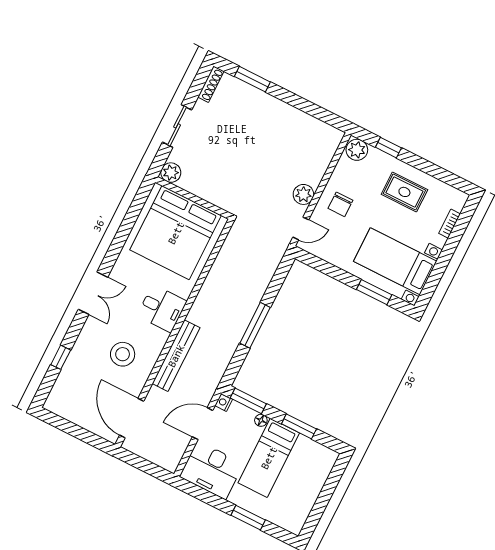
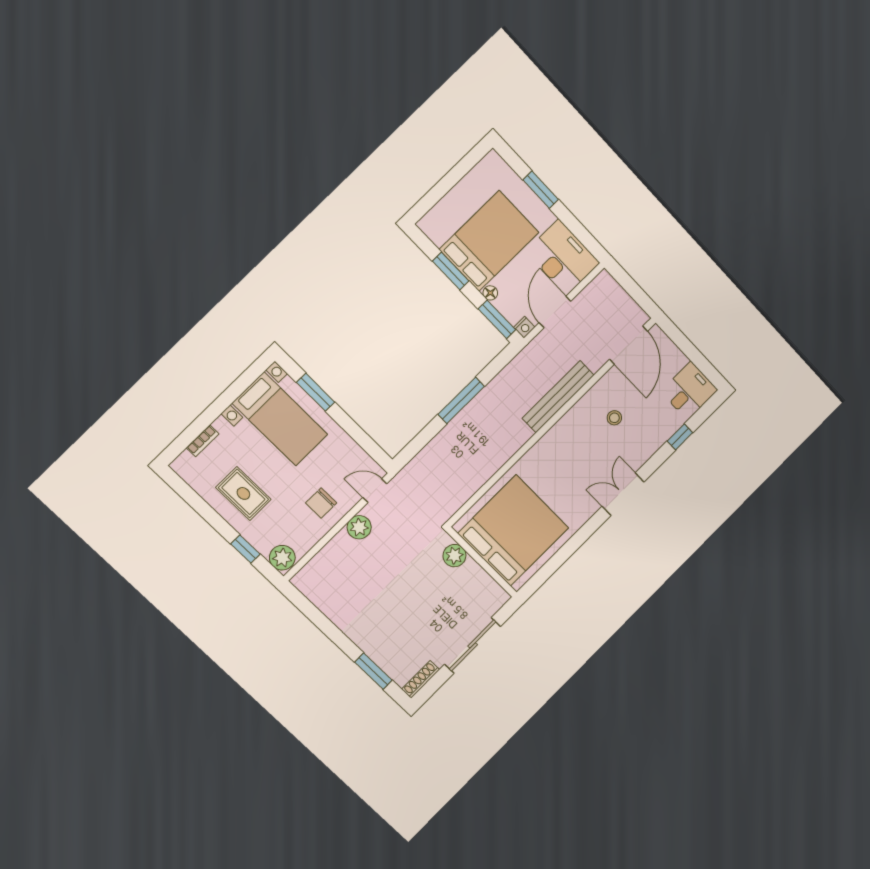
sliding door: (177, 126) -> (473, 645), width x1.37
plant: (171, 173) -> (454, 556), moved
chair: (340, 204) -> (321, 503), turned 180
desk: (162, 308) -> (689, 391), moved, turned 90
stool: (123, 354) -> (614, 418), width x0.53, depth x0.53
door: (203, 424) -> (555, 312), swing flipped
bed: (269, 458) -> (489, 241), width x1.50

